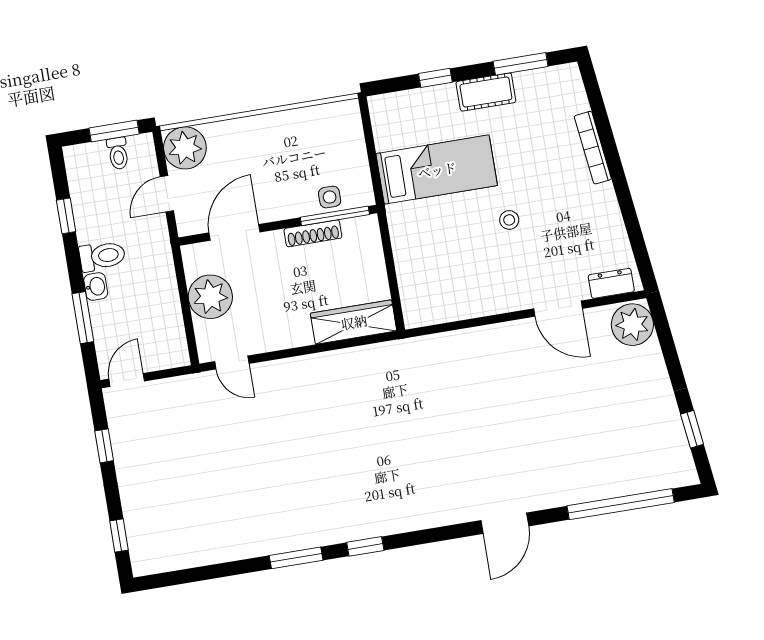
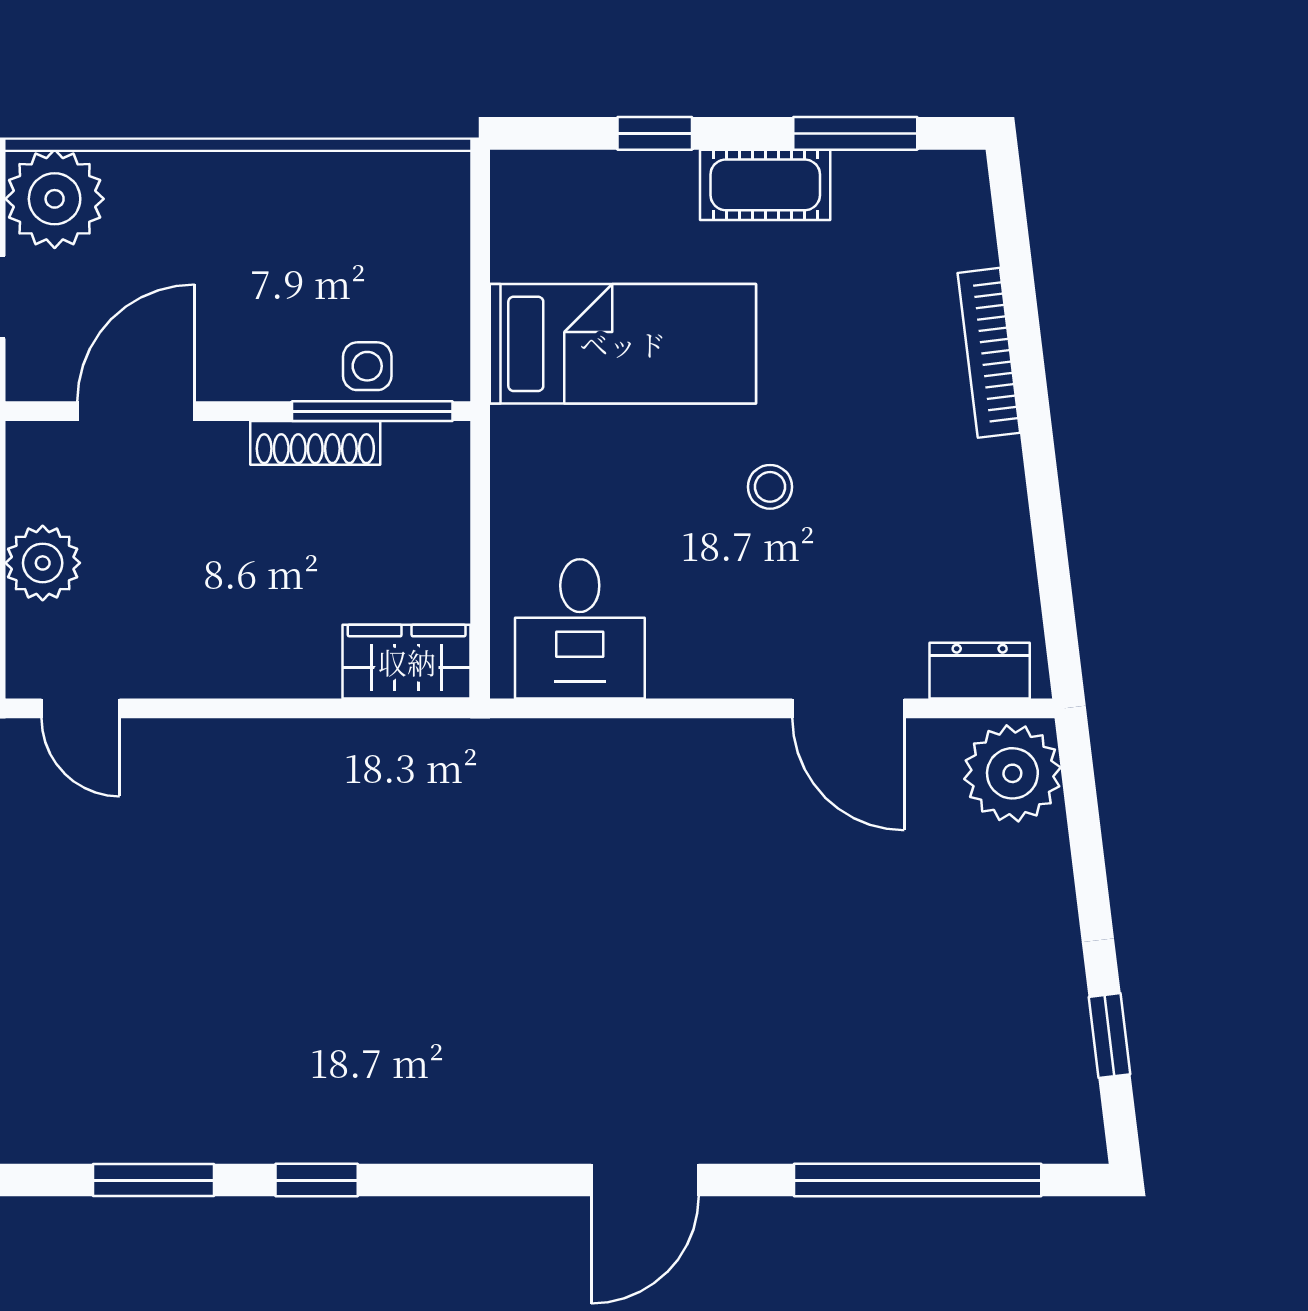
desk: (438, 294) -> (580, 629), added
plant: (210, 297) -> (43, 563), width x0.73, depth x0.73
wardrobe: (354, 322) -> (407, 662), width x0.67

